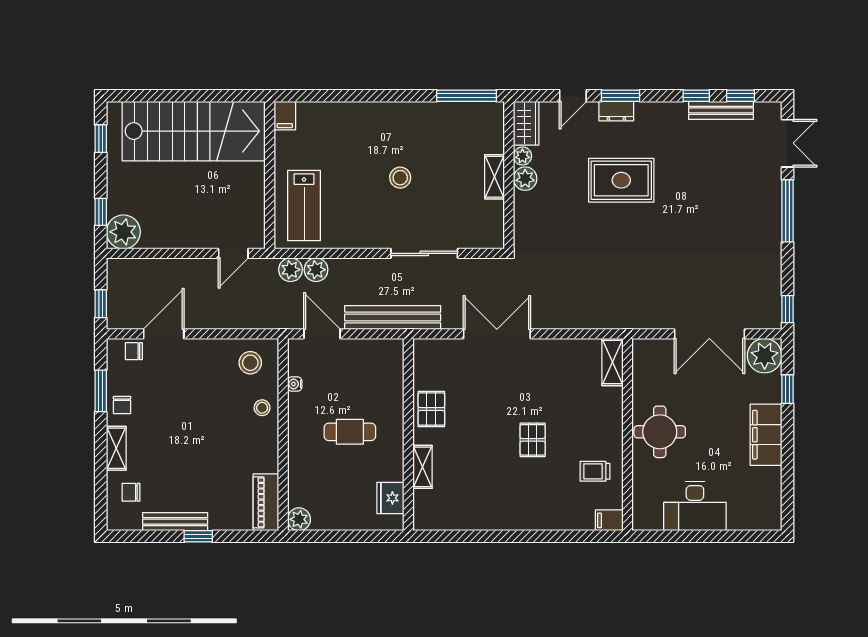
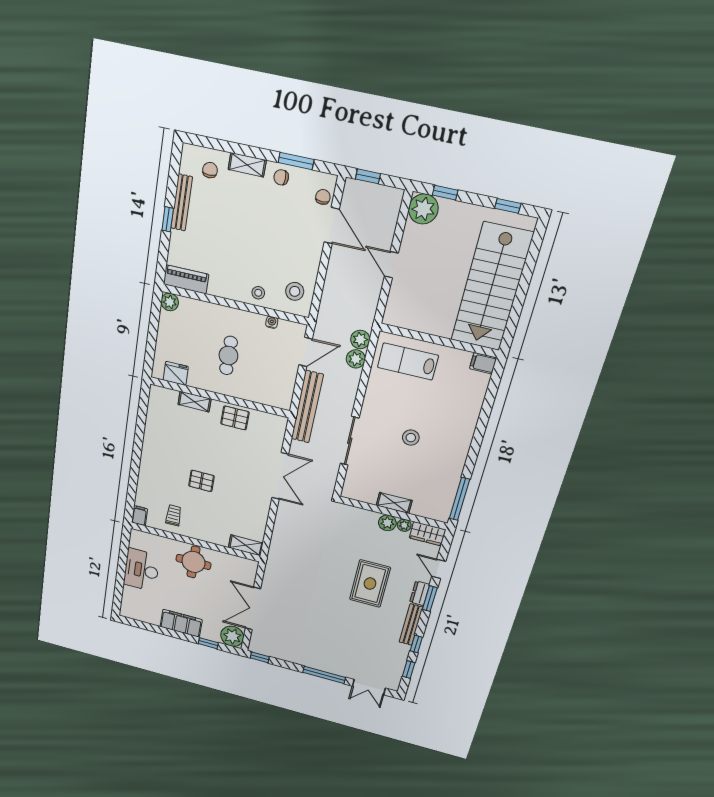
bench: (721, 110) -> (411, 625), moved
door: (233, 253) -> (391, 265), moved

